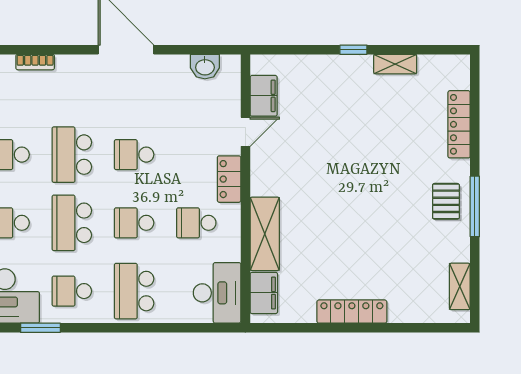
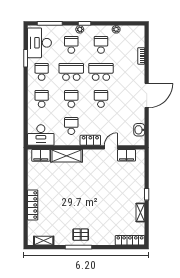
locker: (459, 124) -> (130, 240), moved
door: (245, 132) -> (111, 147), swing flipped
school desk: (134, 291) -> (42, 99), width x0.54
locker: (352, 312) -> (33, 205), moved

